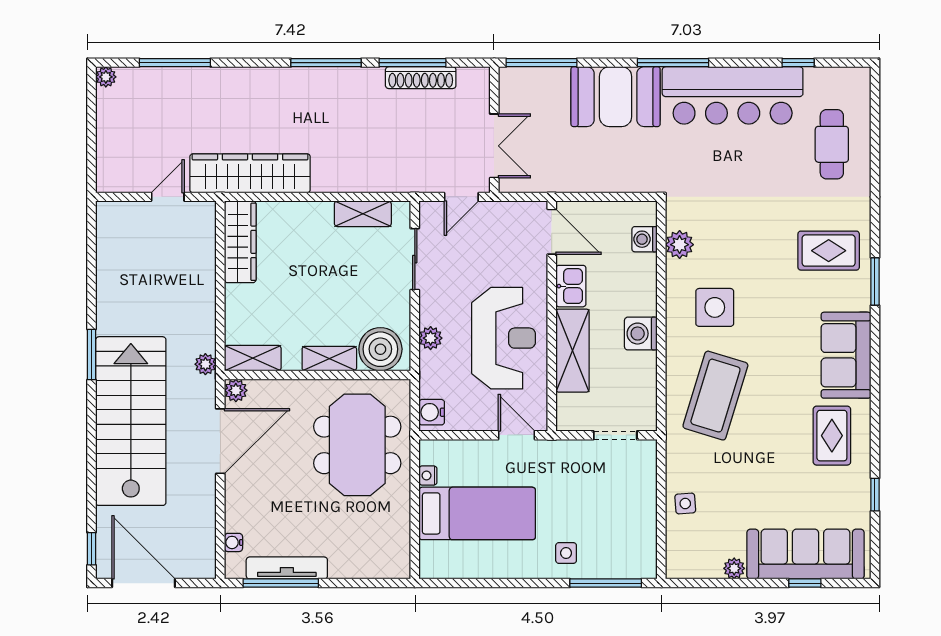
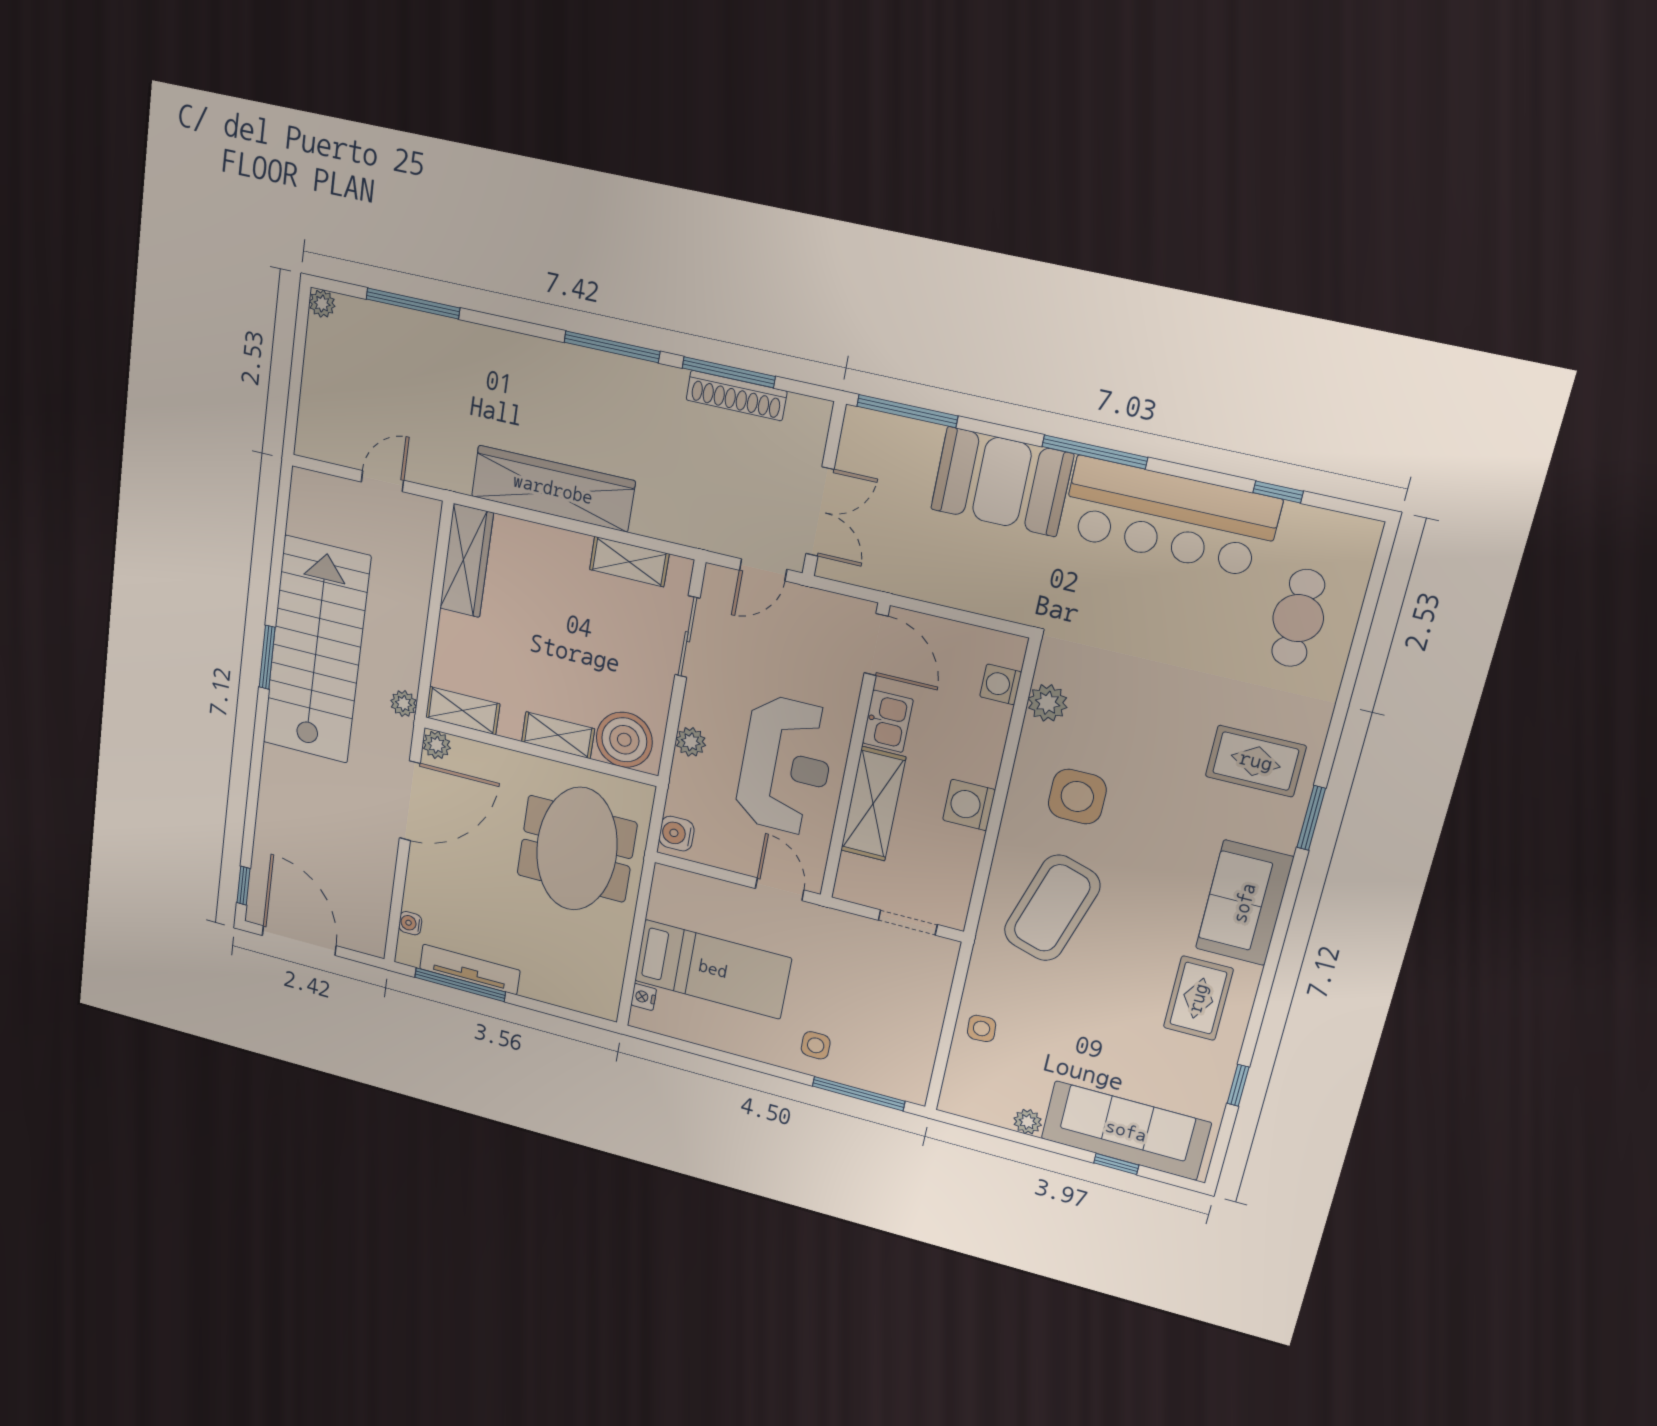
wardrobe: (250, 173) -> (553, 489), moved
stairs: (131, 421) -> (316, 650), moved
nightstand: (428, 475) -> (644, 997), moved

